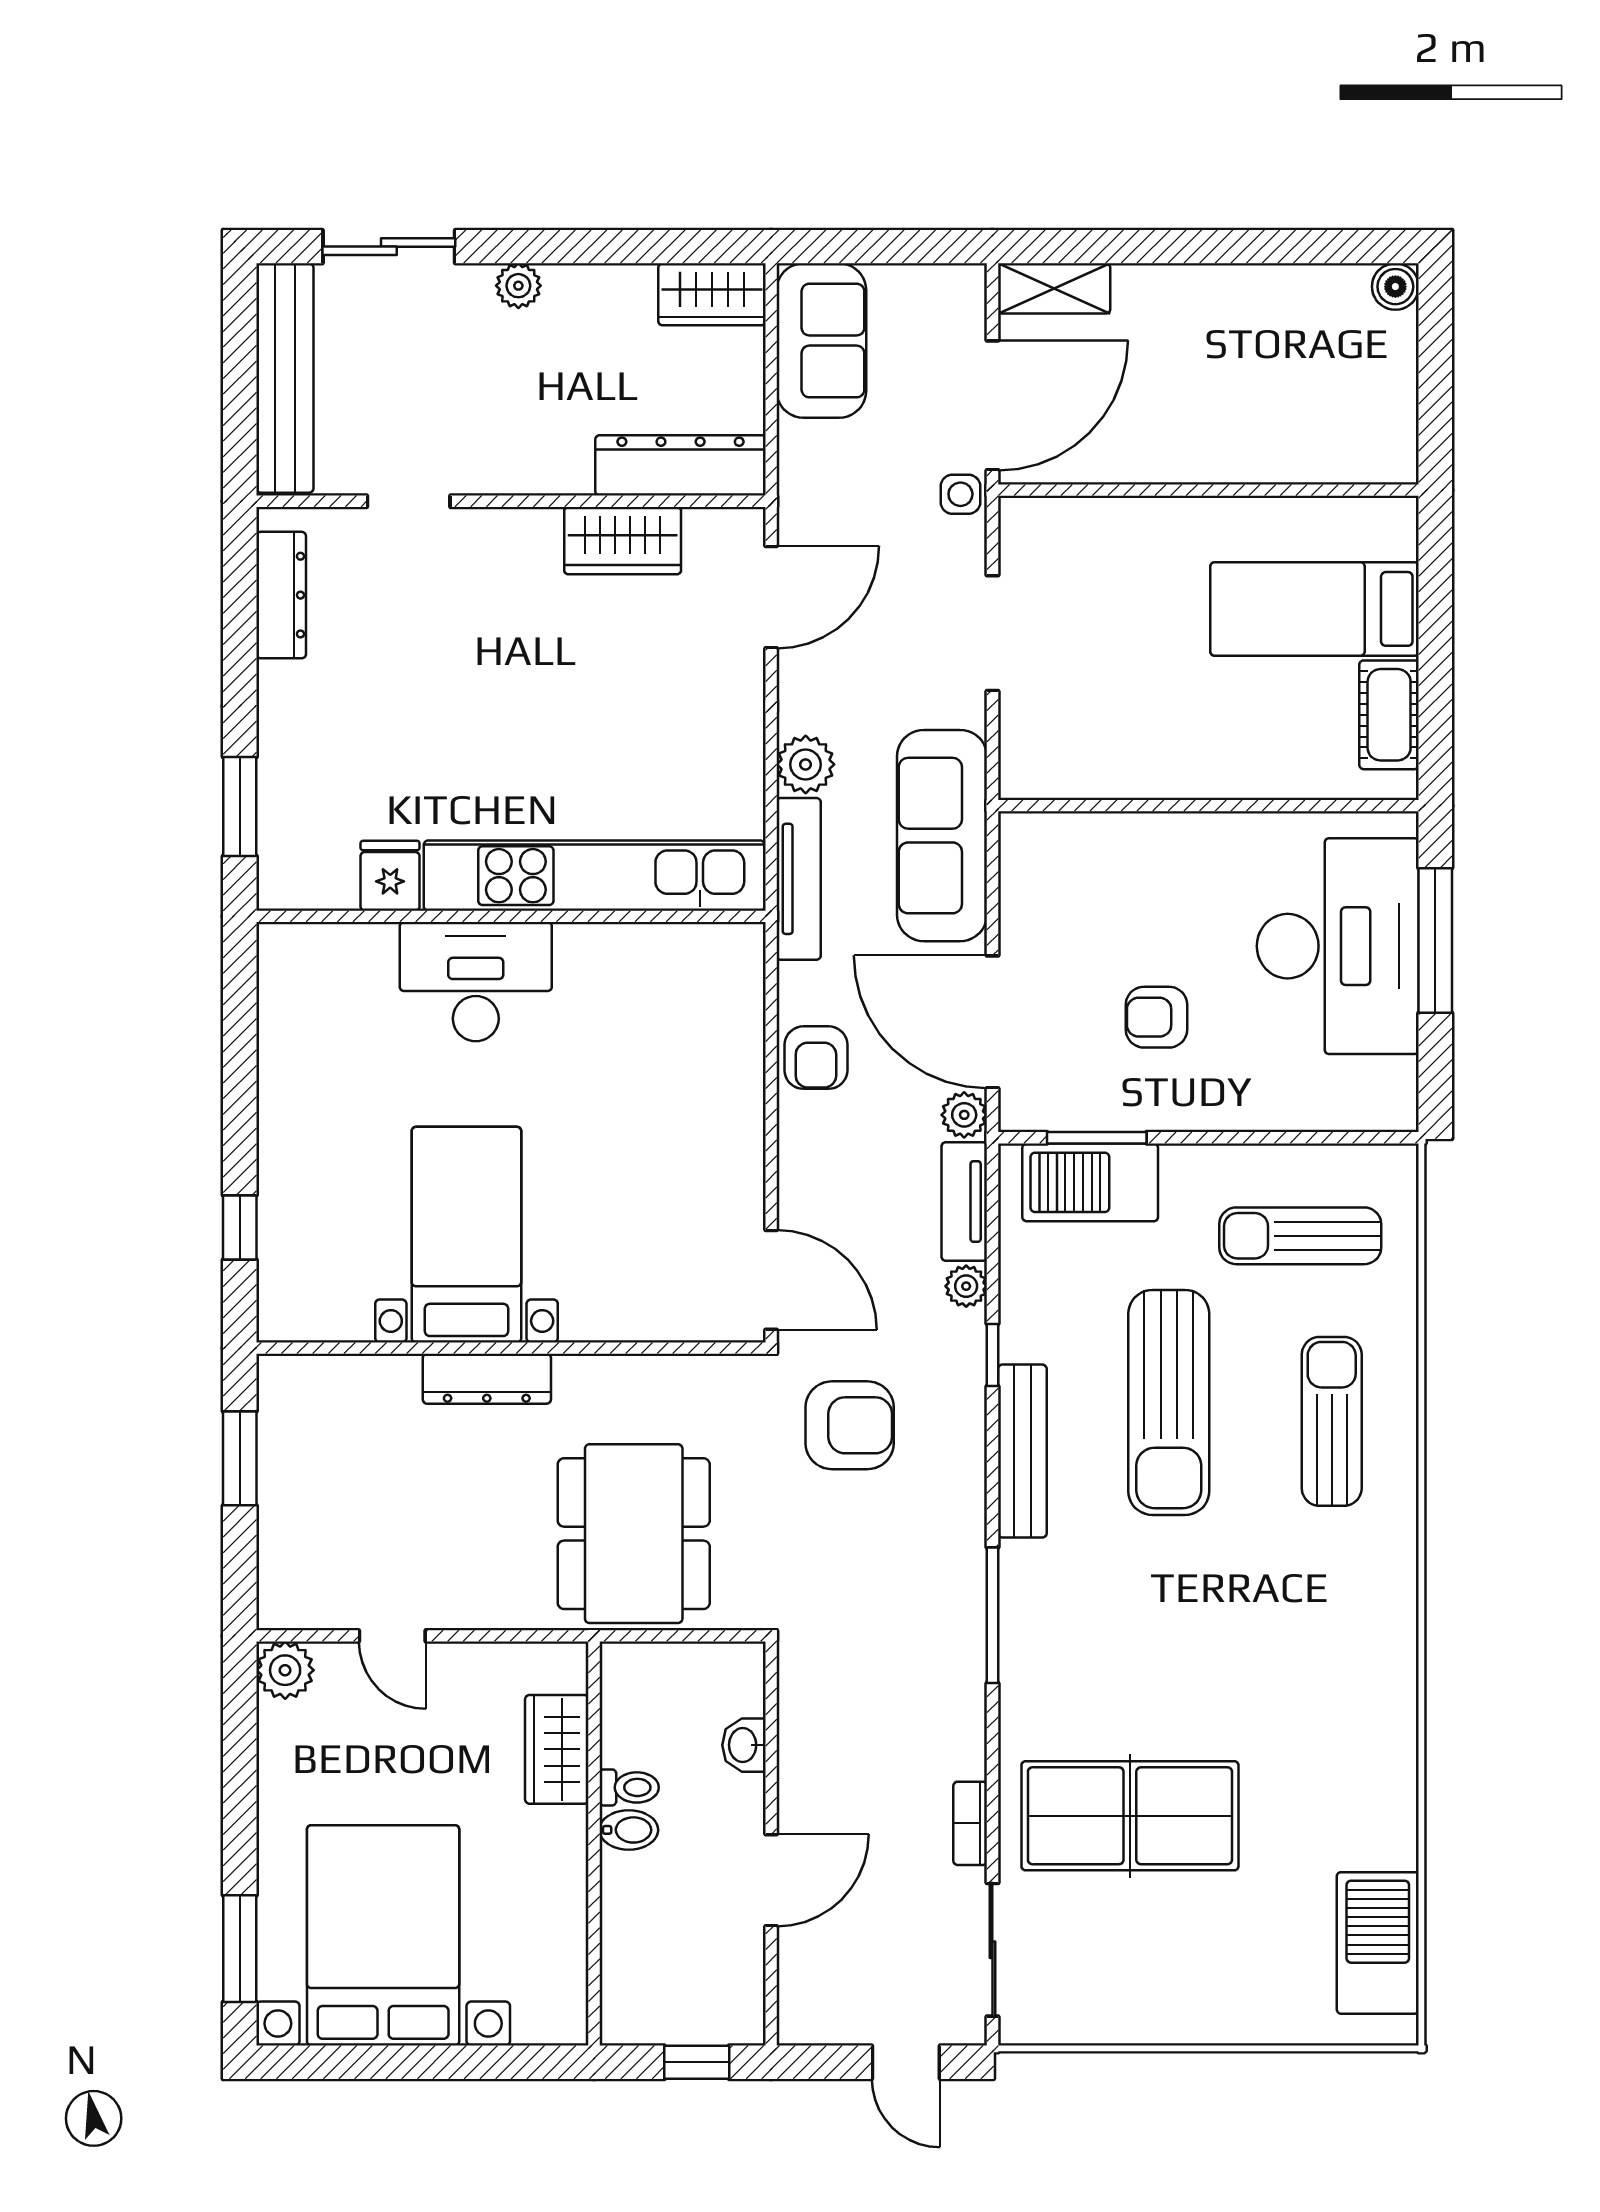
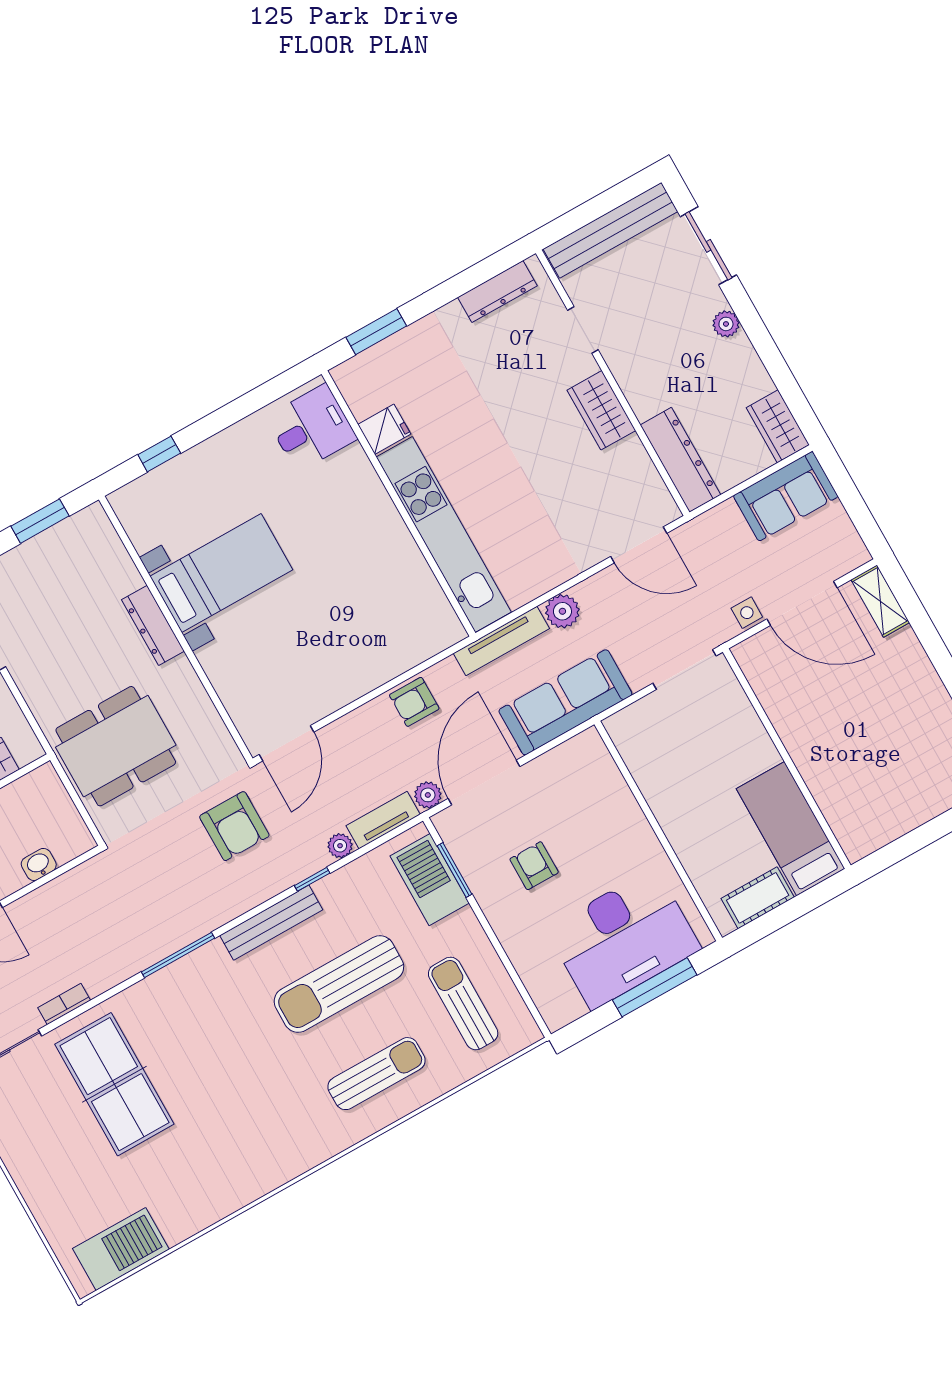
wall: (1208, 490) -> (787, 759), moved
wardrobe: (623, 541) -> (601, 410), moved
desk: (476, 982) -> (312, 428), moved, width x0.73

